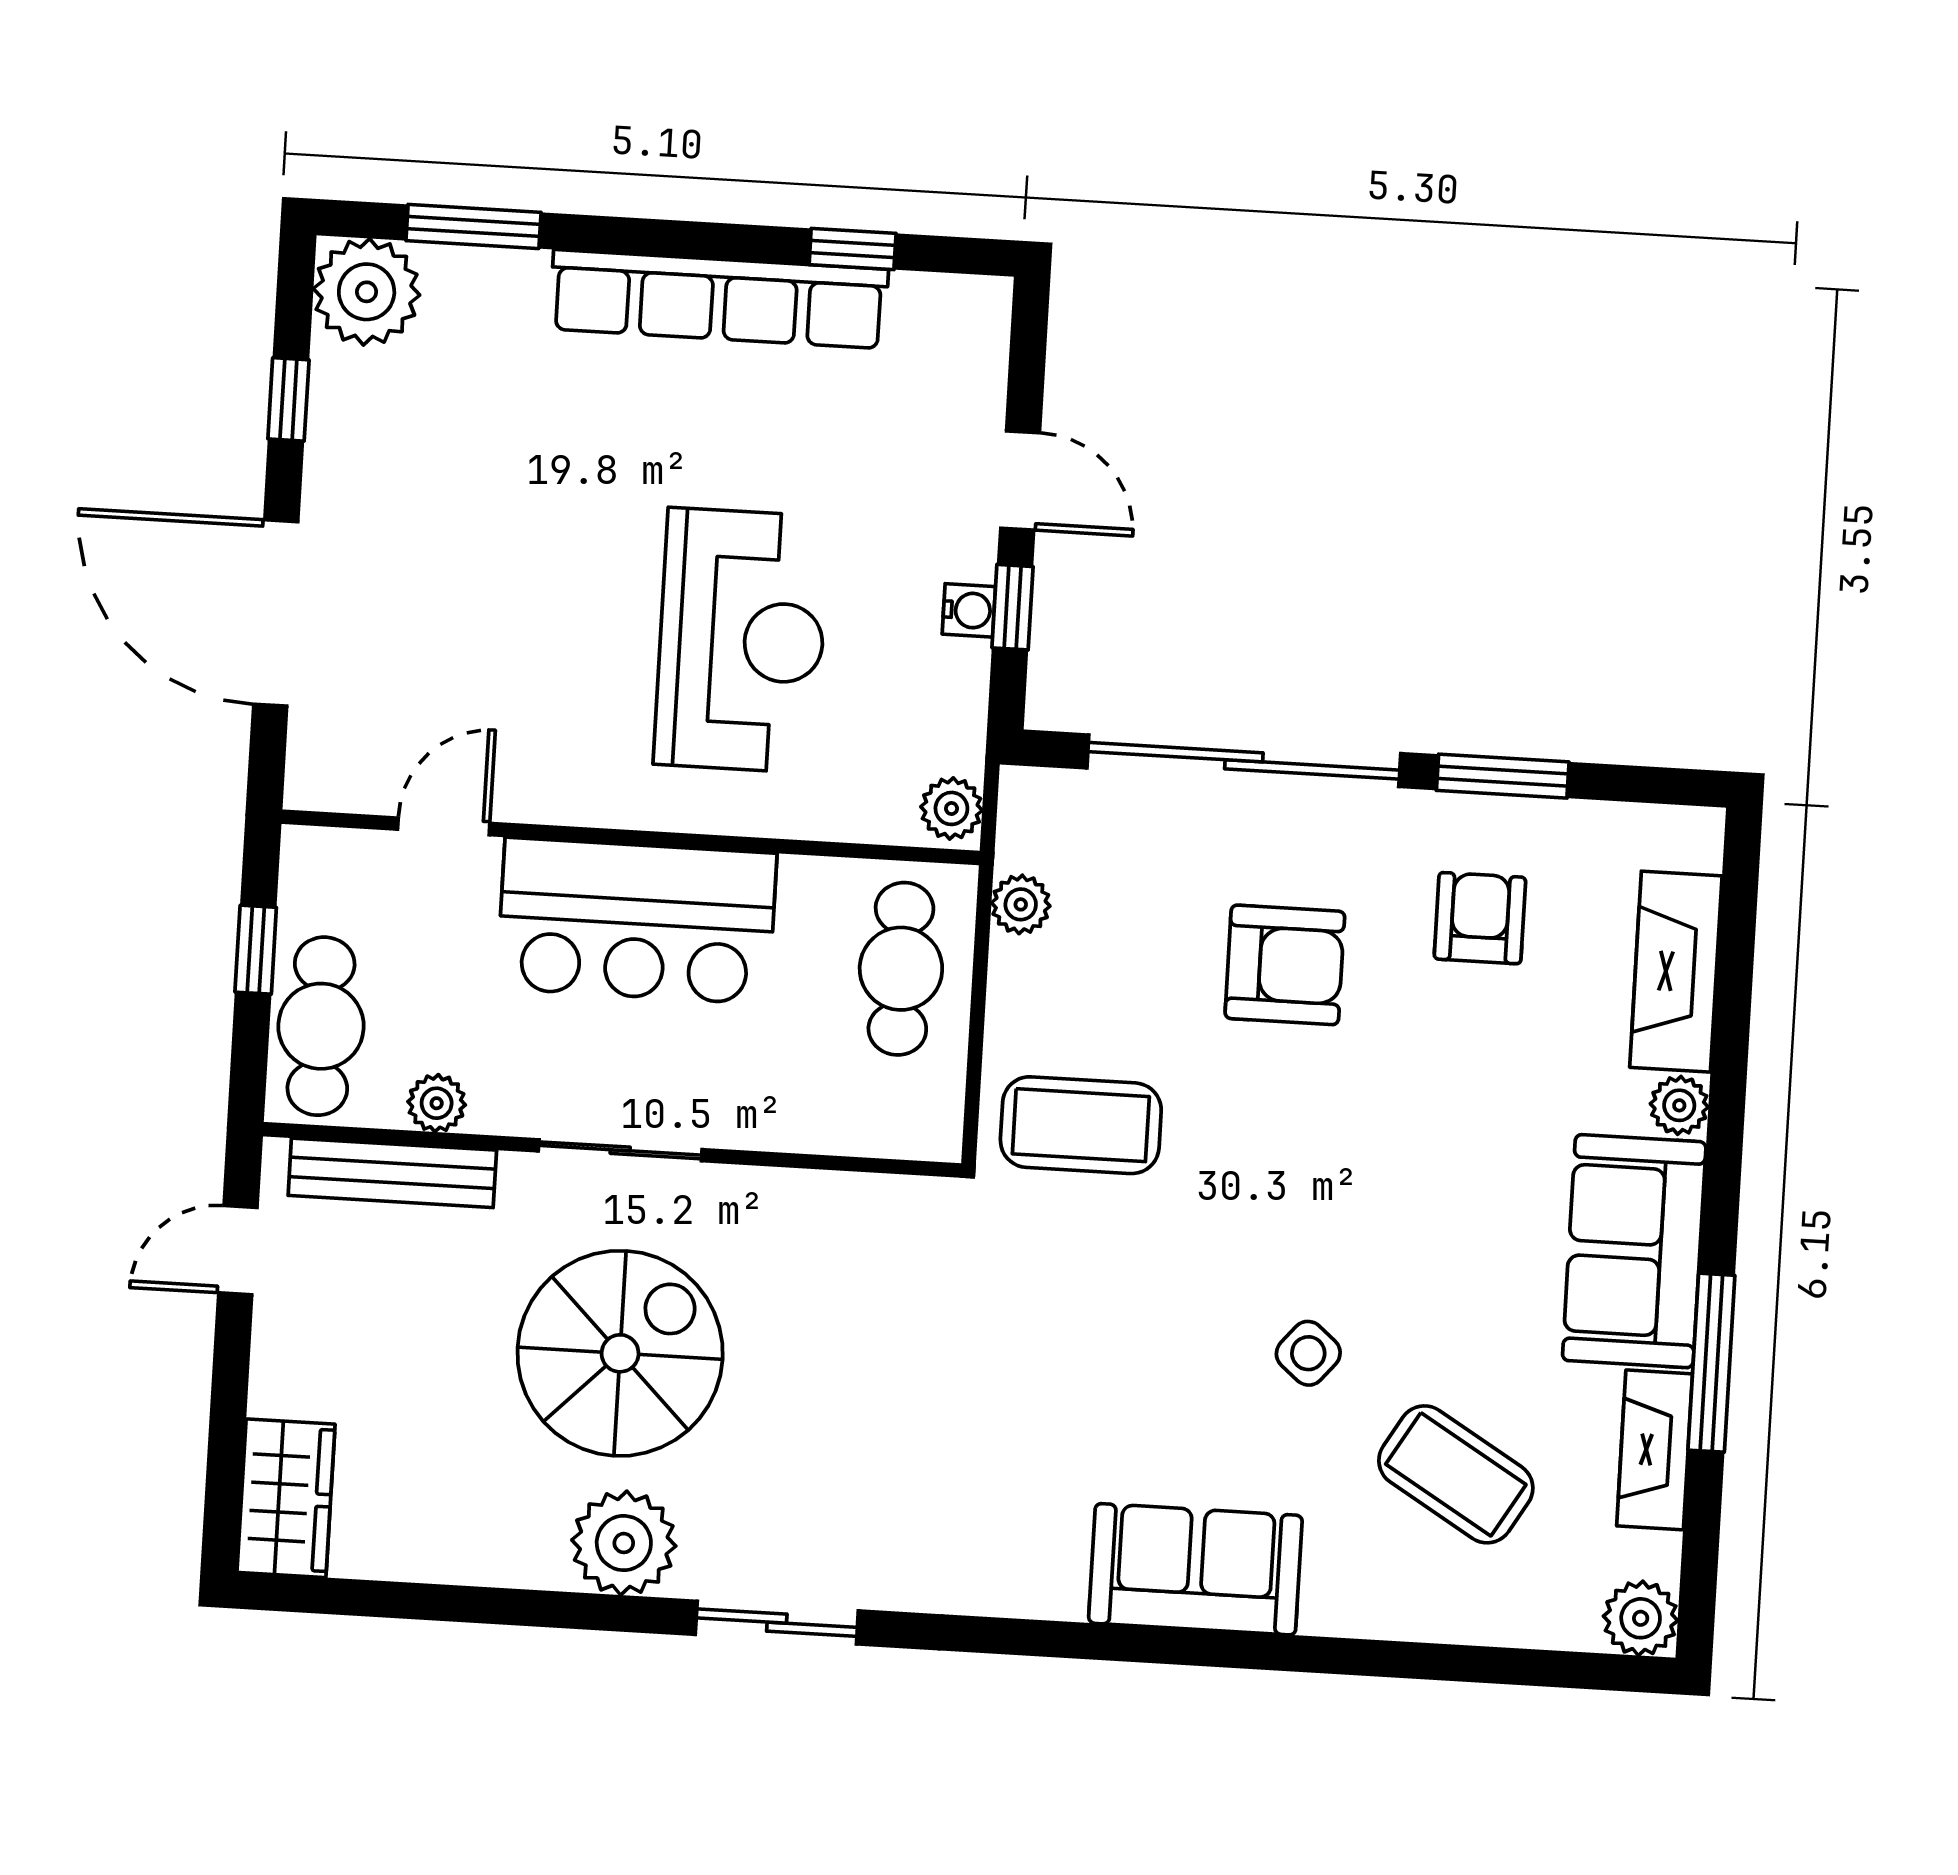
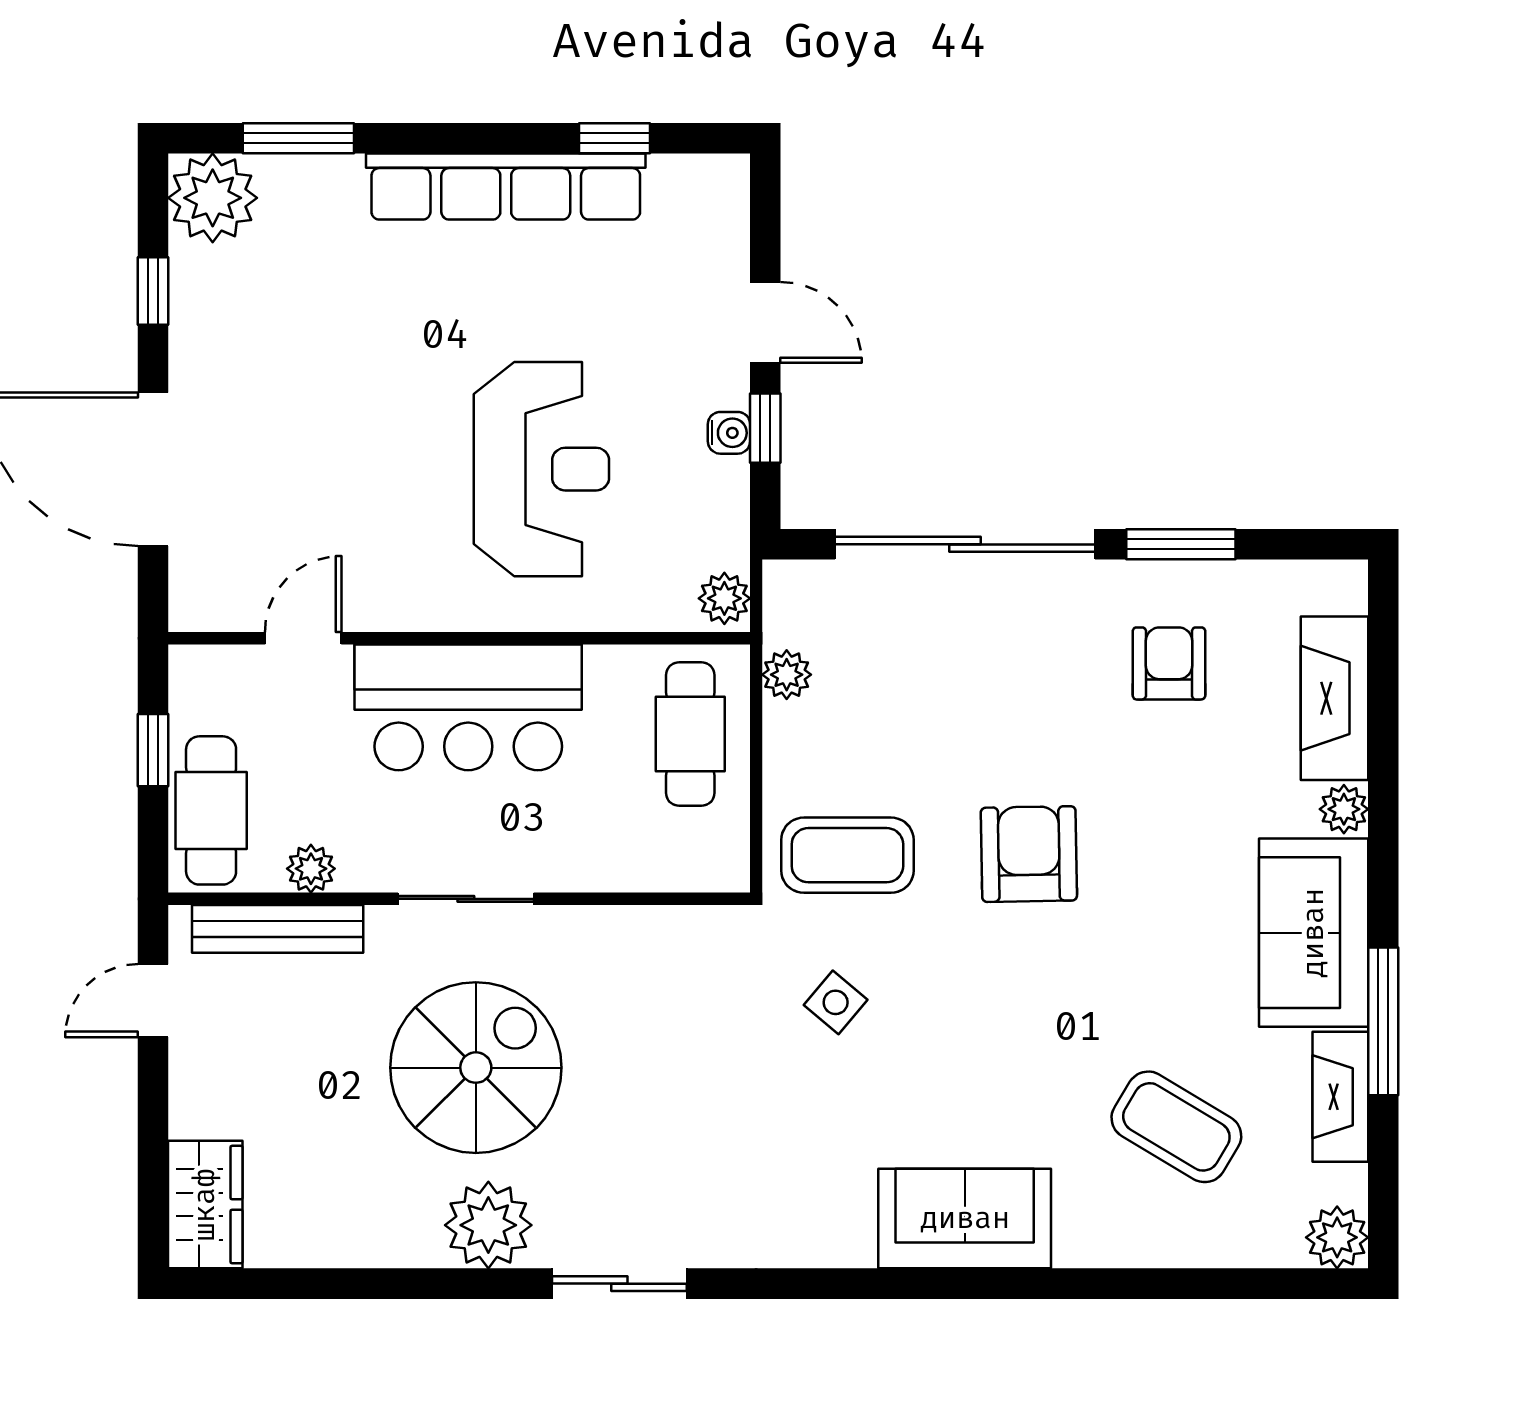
armchair: (1285, 965) -> (1029, 854), moved, turned -91
side table: (1308, 1353) -> (836, 1002), moved

